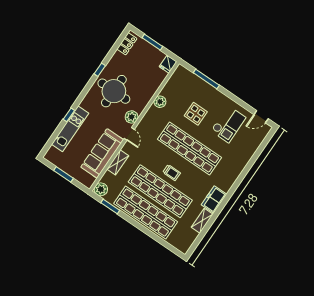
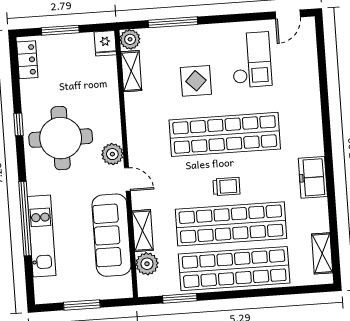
shelving: (170, 86) -> (131, 71), added
plant: (160, 102) -> (130, 39), moved
window: (69, 115) -> (25, 219), width x3.17
plant: (101, 189) -> (147, 264), moved
shelving: (202, 221) -> (322, 253), moved

